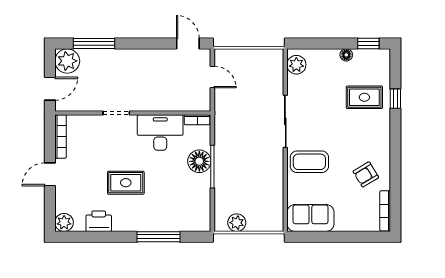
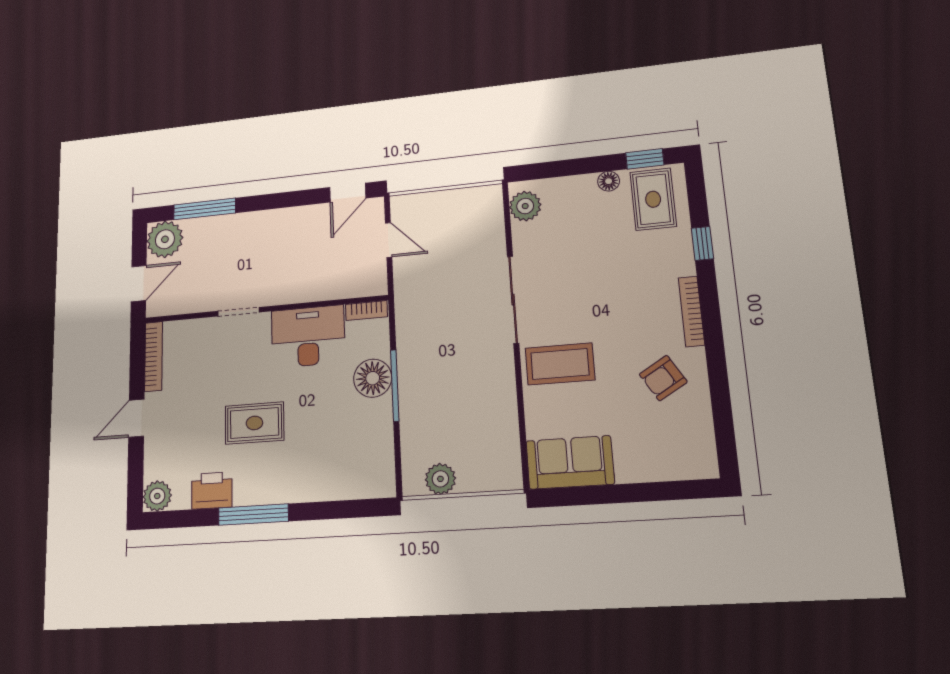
door: (188, 44) -> (348, 193), swing flipped
rug: (364, 97) -> (653, 199), moved, turned 90
bookcase: (385, 211) -> (691, 311), moved
window: (159, 237) -> (253, 515), moved

